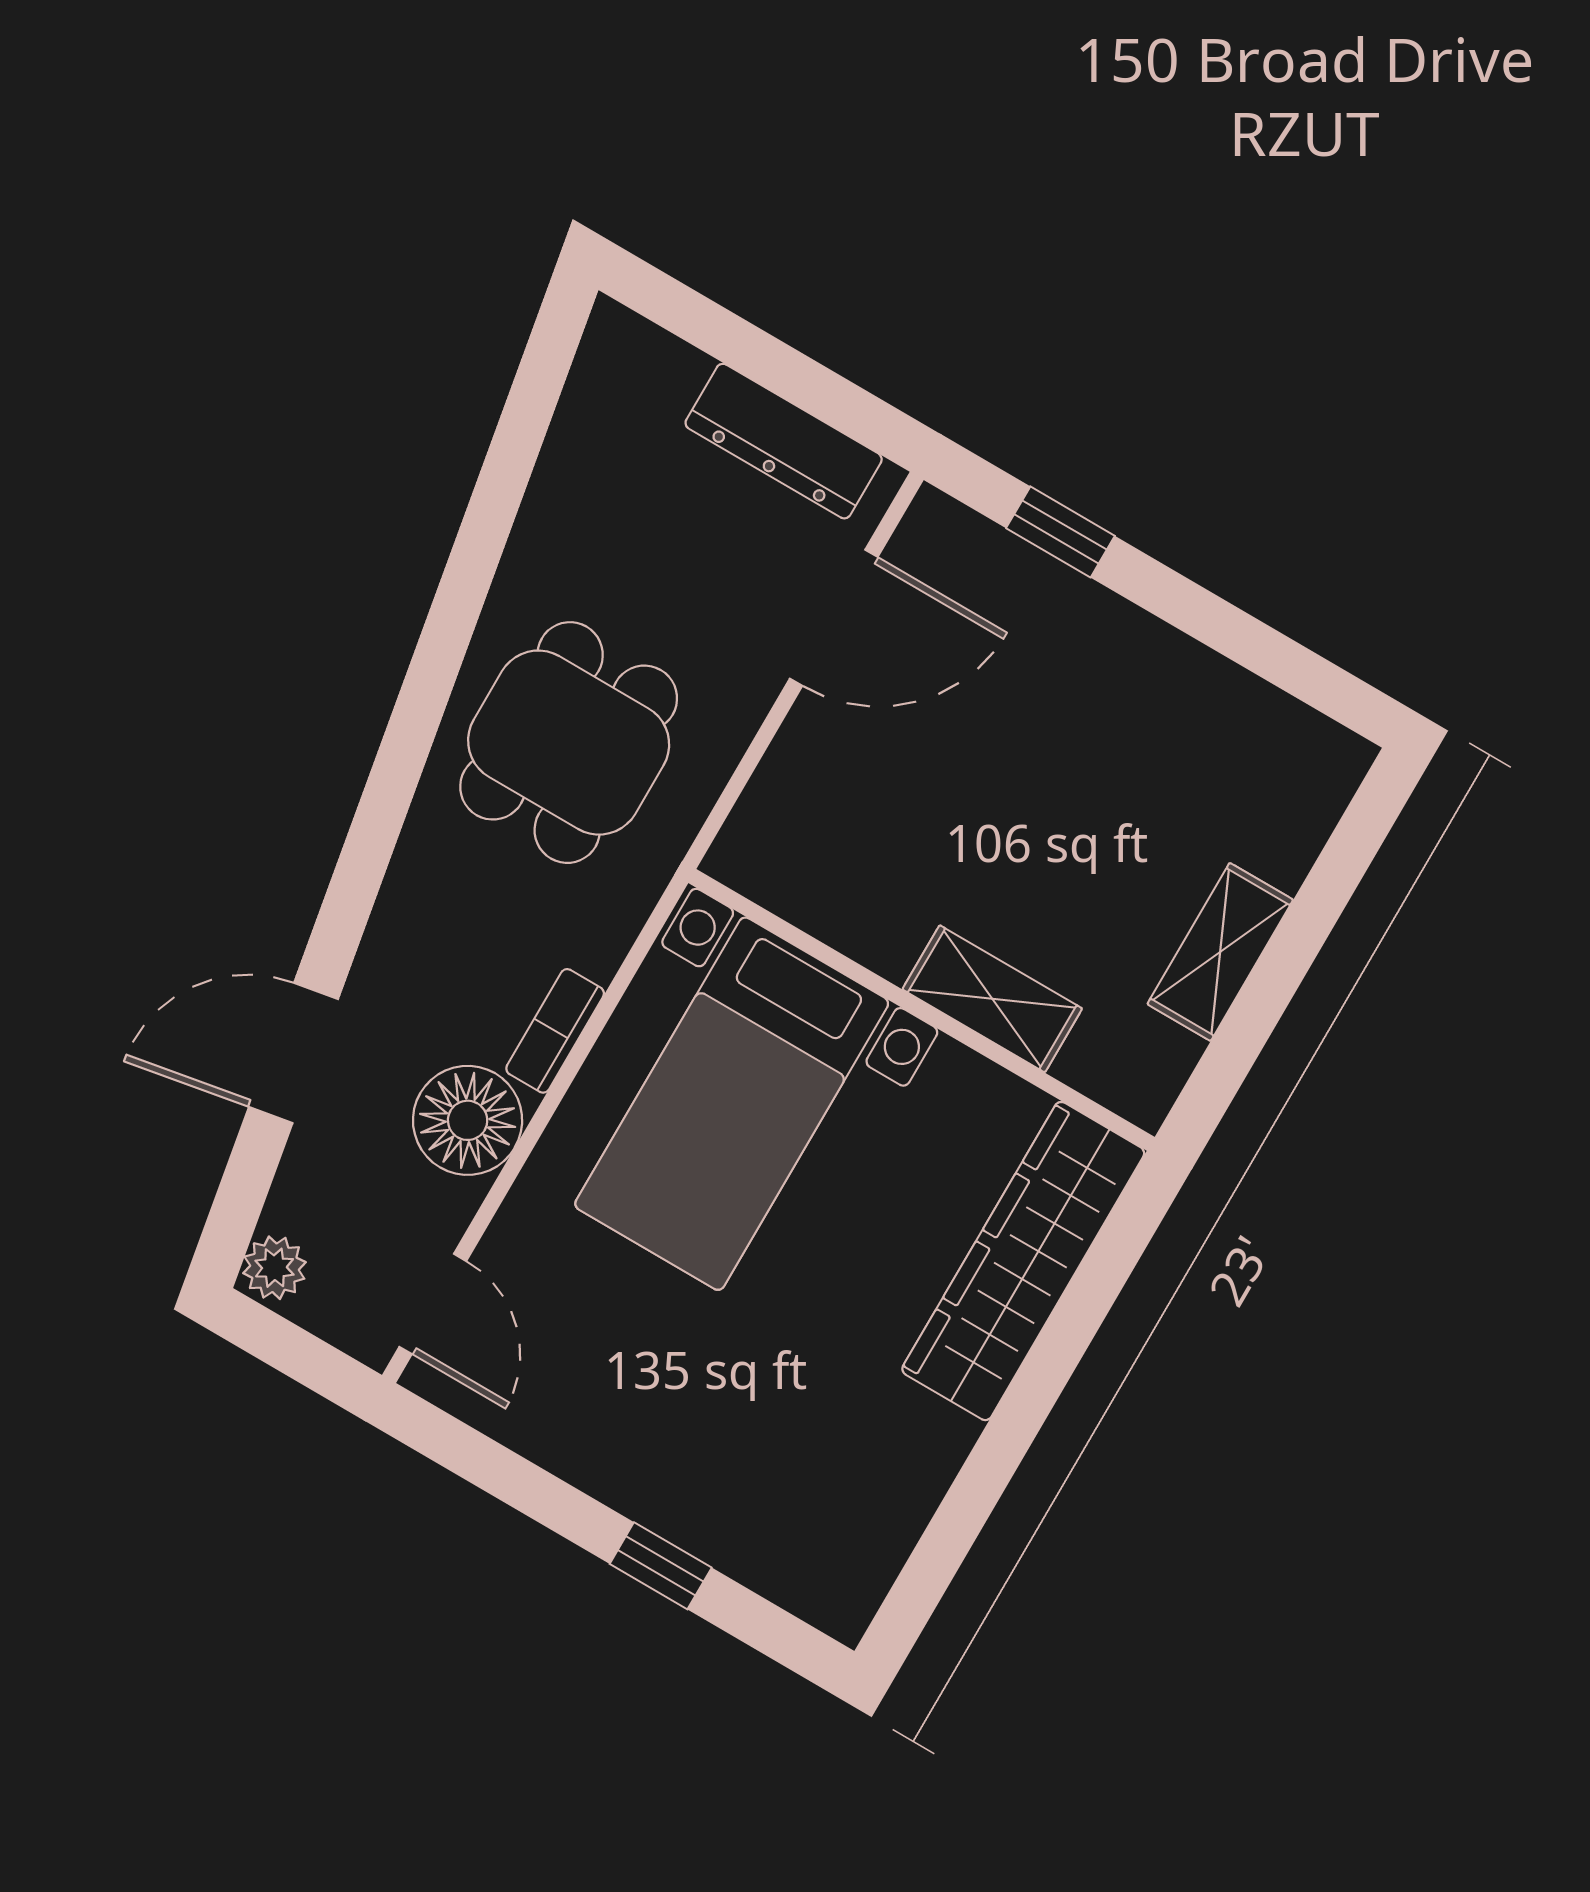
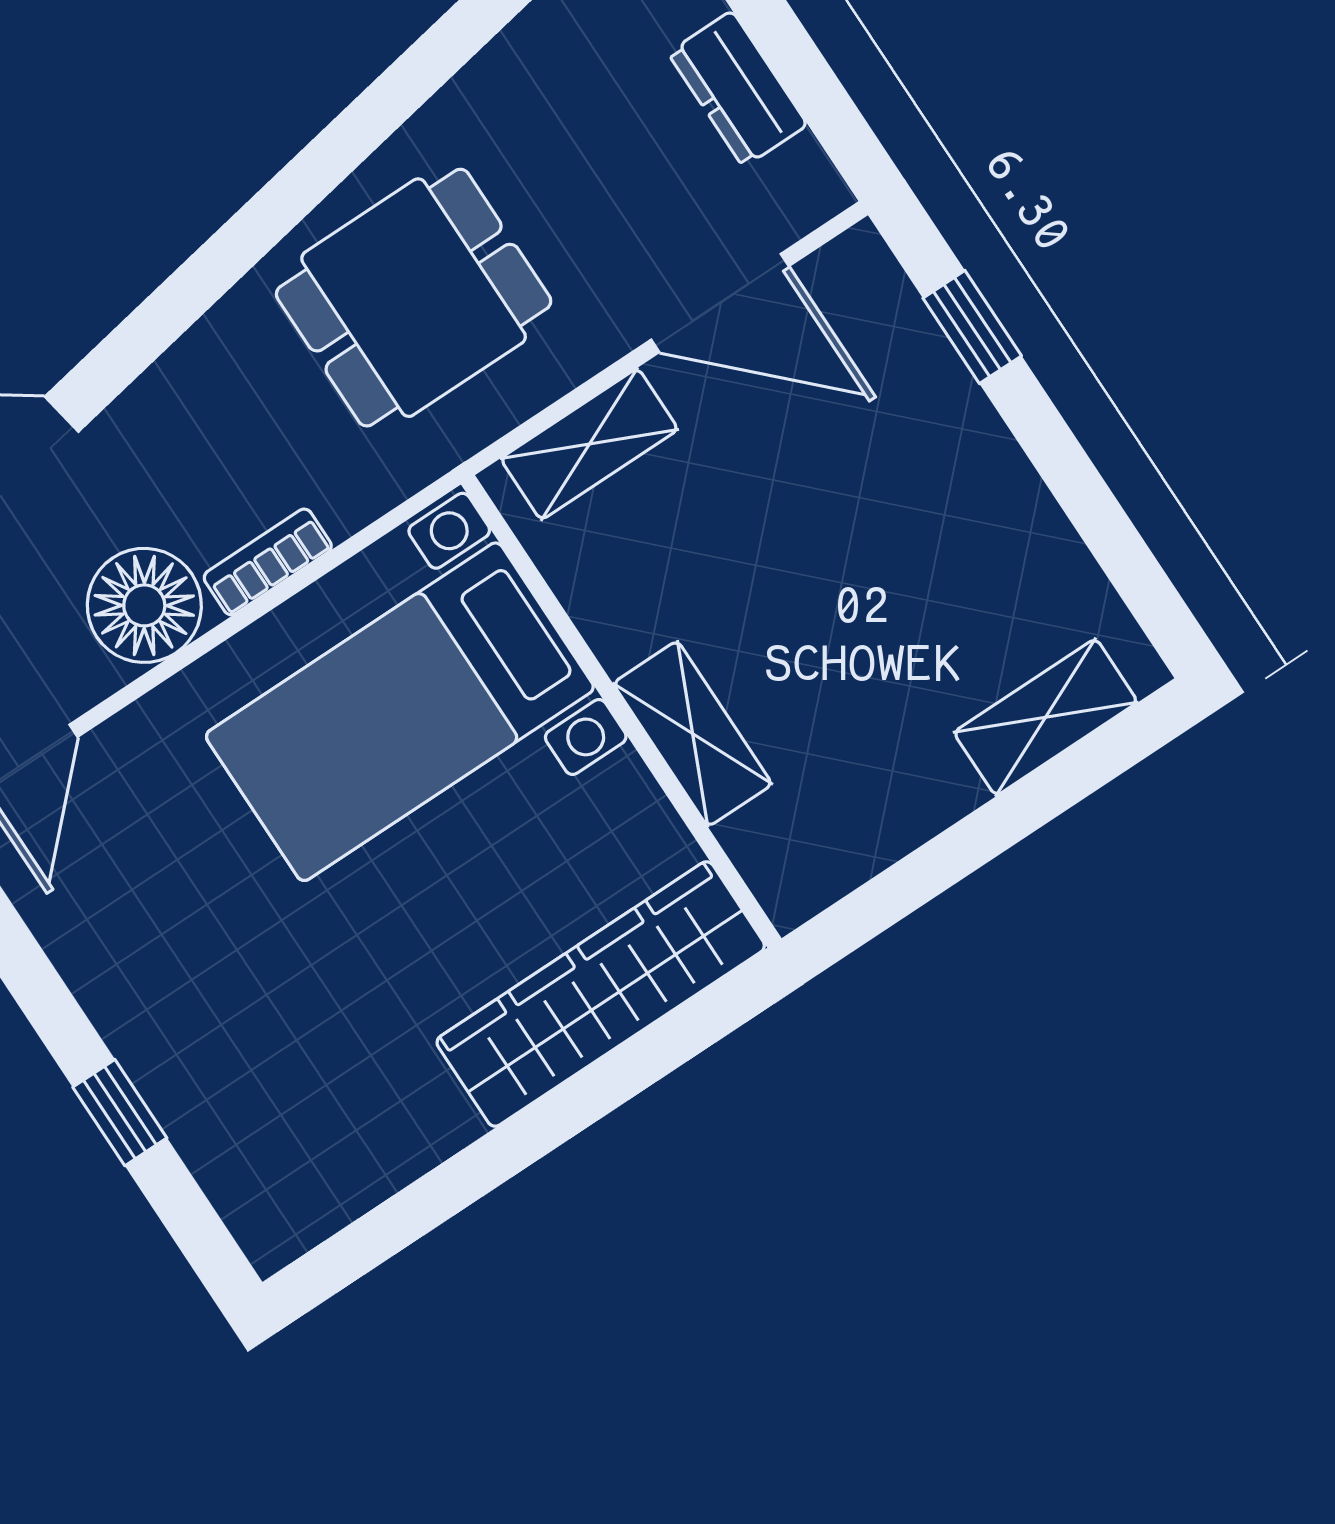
dresser: (784, 441) -> (738, 89), width x0.70
shelving: (781, 794) -> (589, 444), added
shelving: (1220, 952) -> (1046, 717), moved

